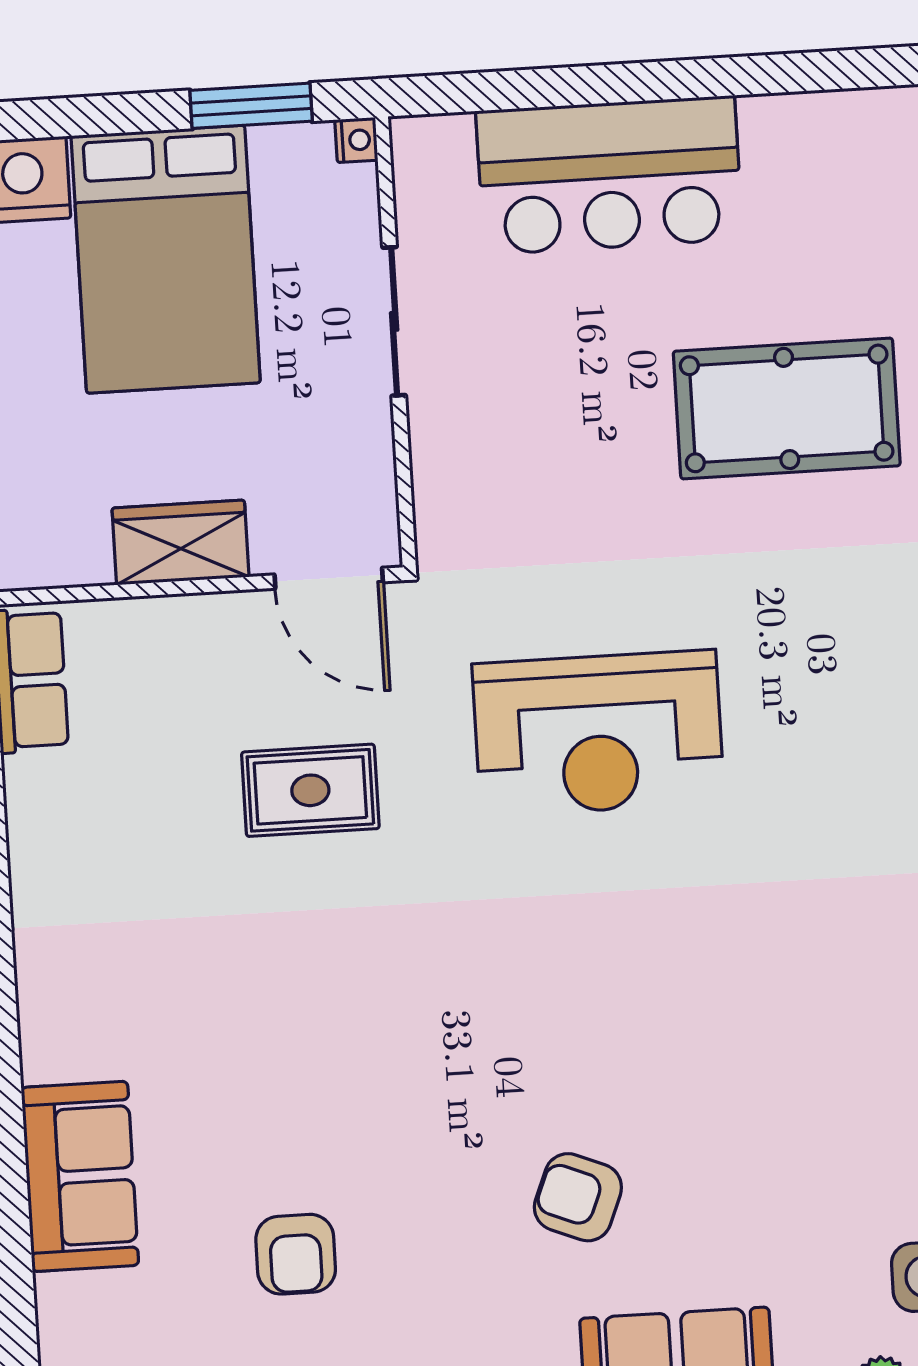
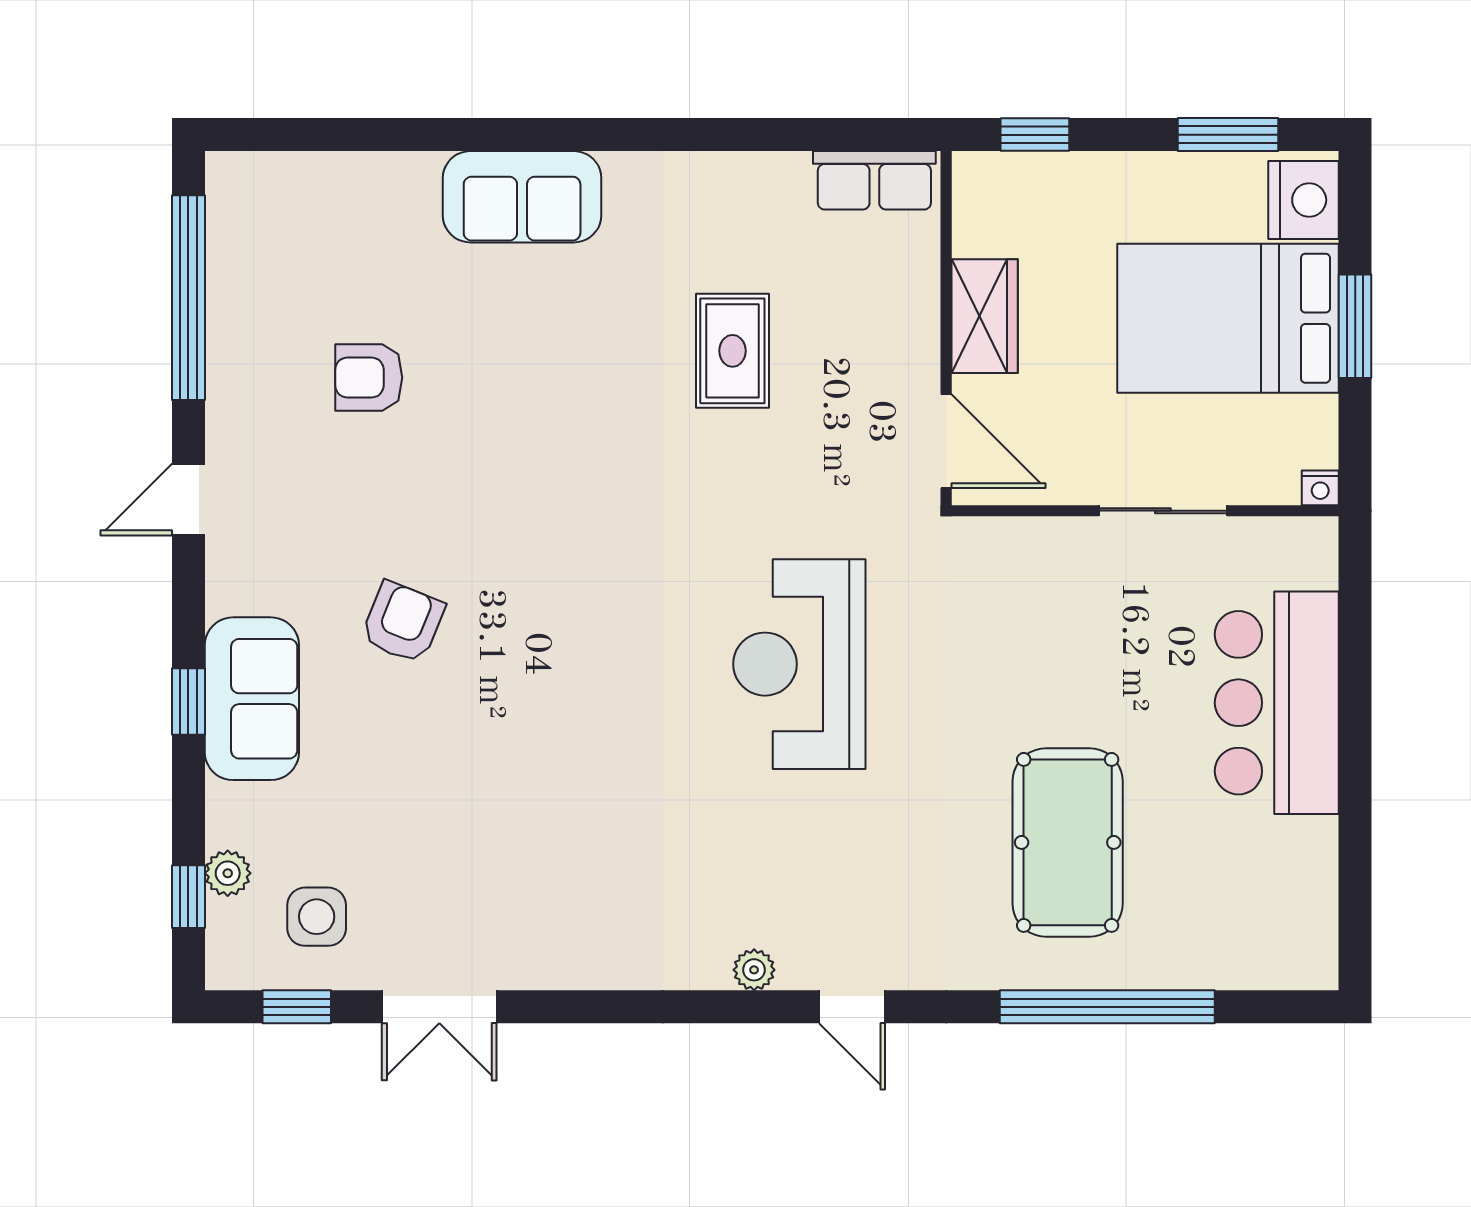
window: (251, 106) -> (1355, 326), moved
door: (329, 578) -> (946, 441), swing flipped
rug: (310, 790) -> (732, 351), moved
sofa: (80, 1176) -> (522, 197), moved

